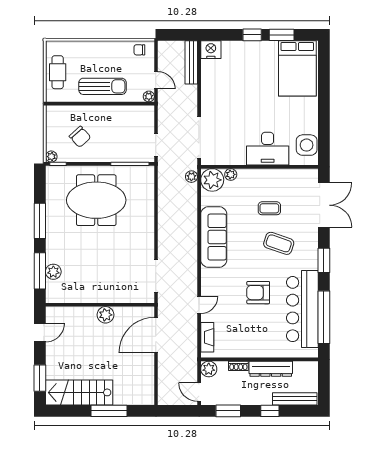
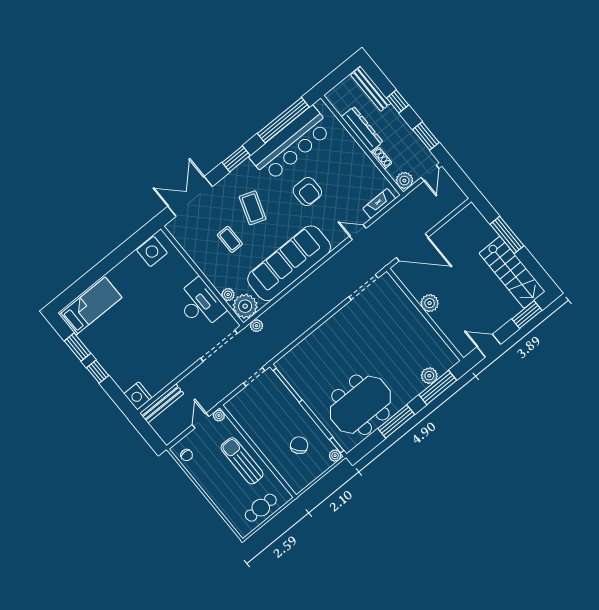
bed: (297, 68) -> (91, 306), width x0.67
desk: (268, 149) -> (200, 304), moved
meeting table: (96, 200) -> (360, 405), moved, turned 90
sofa: (214, 237) -> (289, 263), width x1.36, depth x1.27

